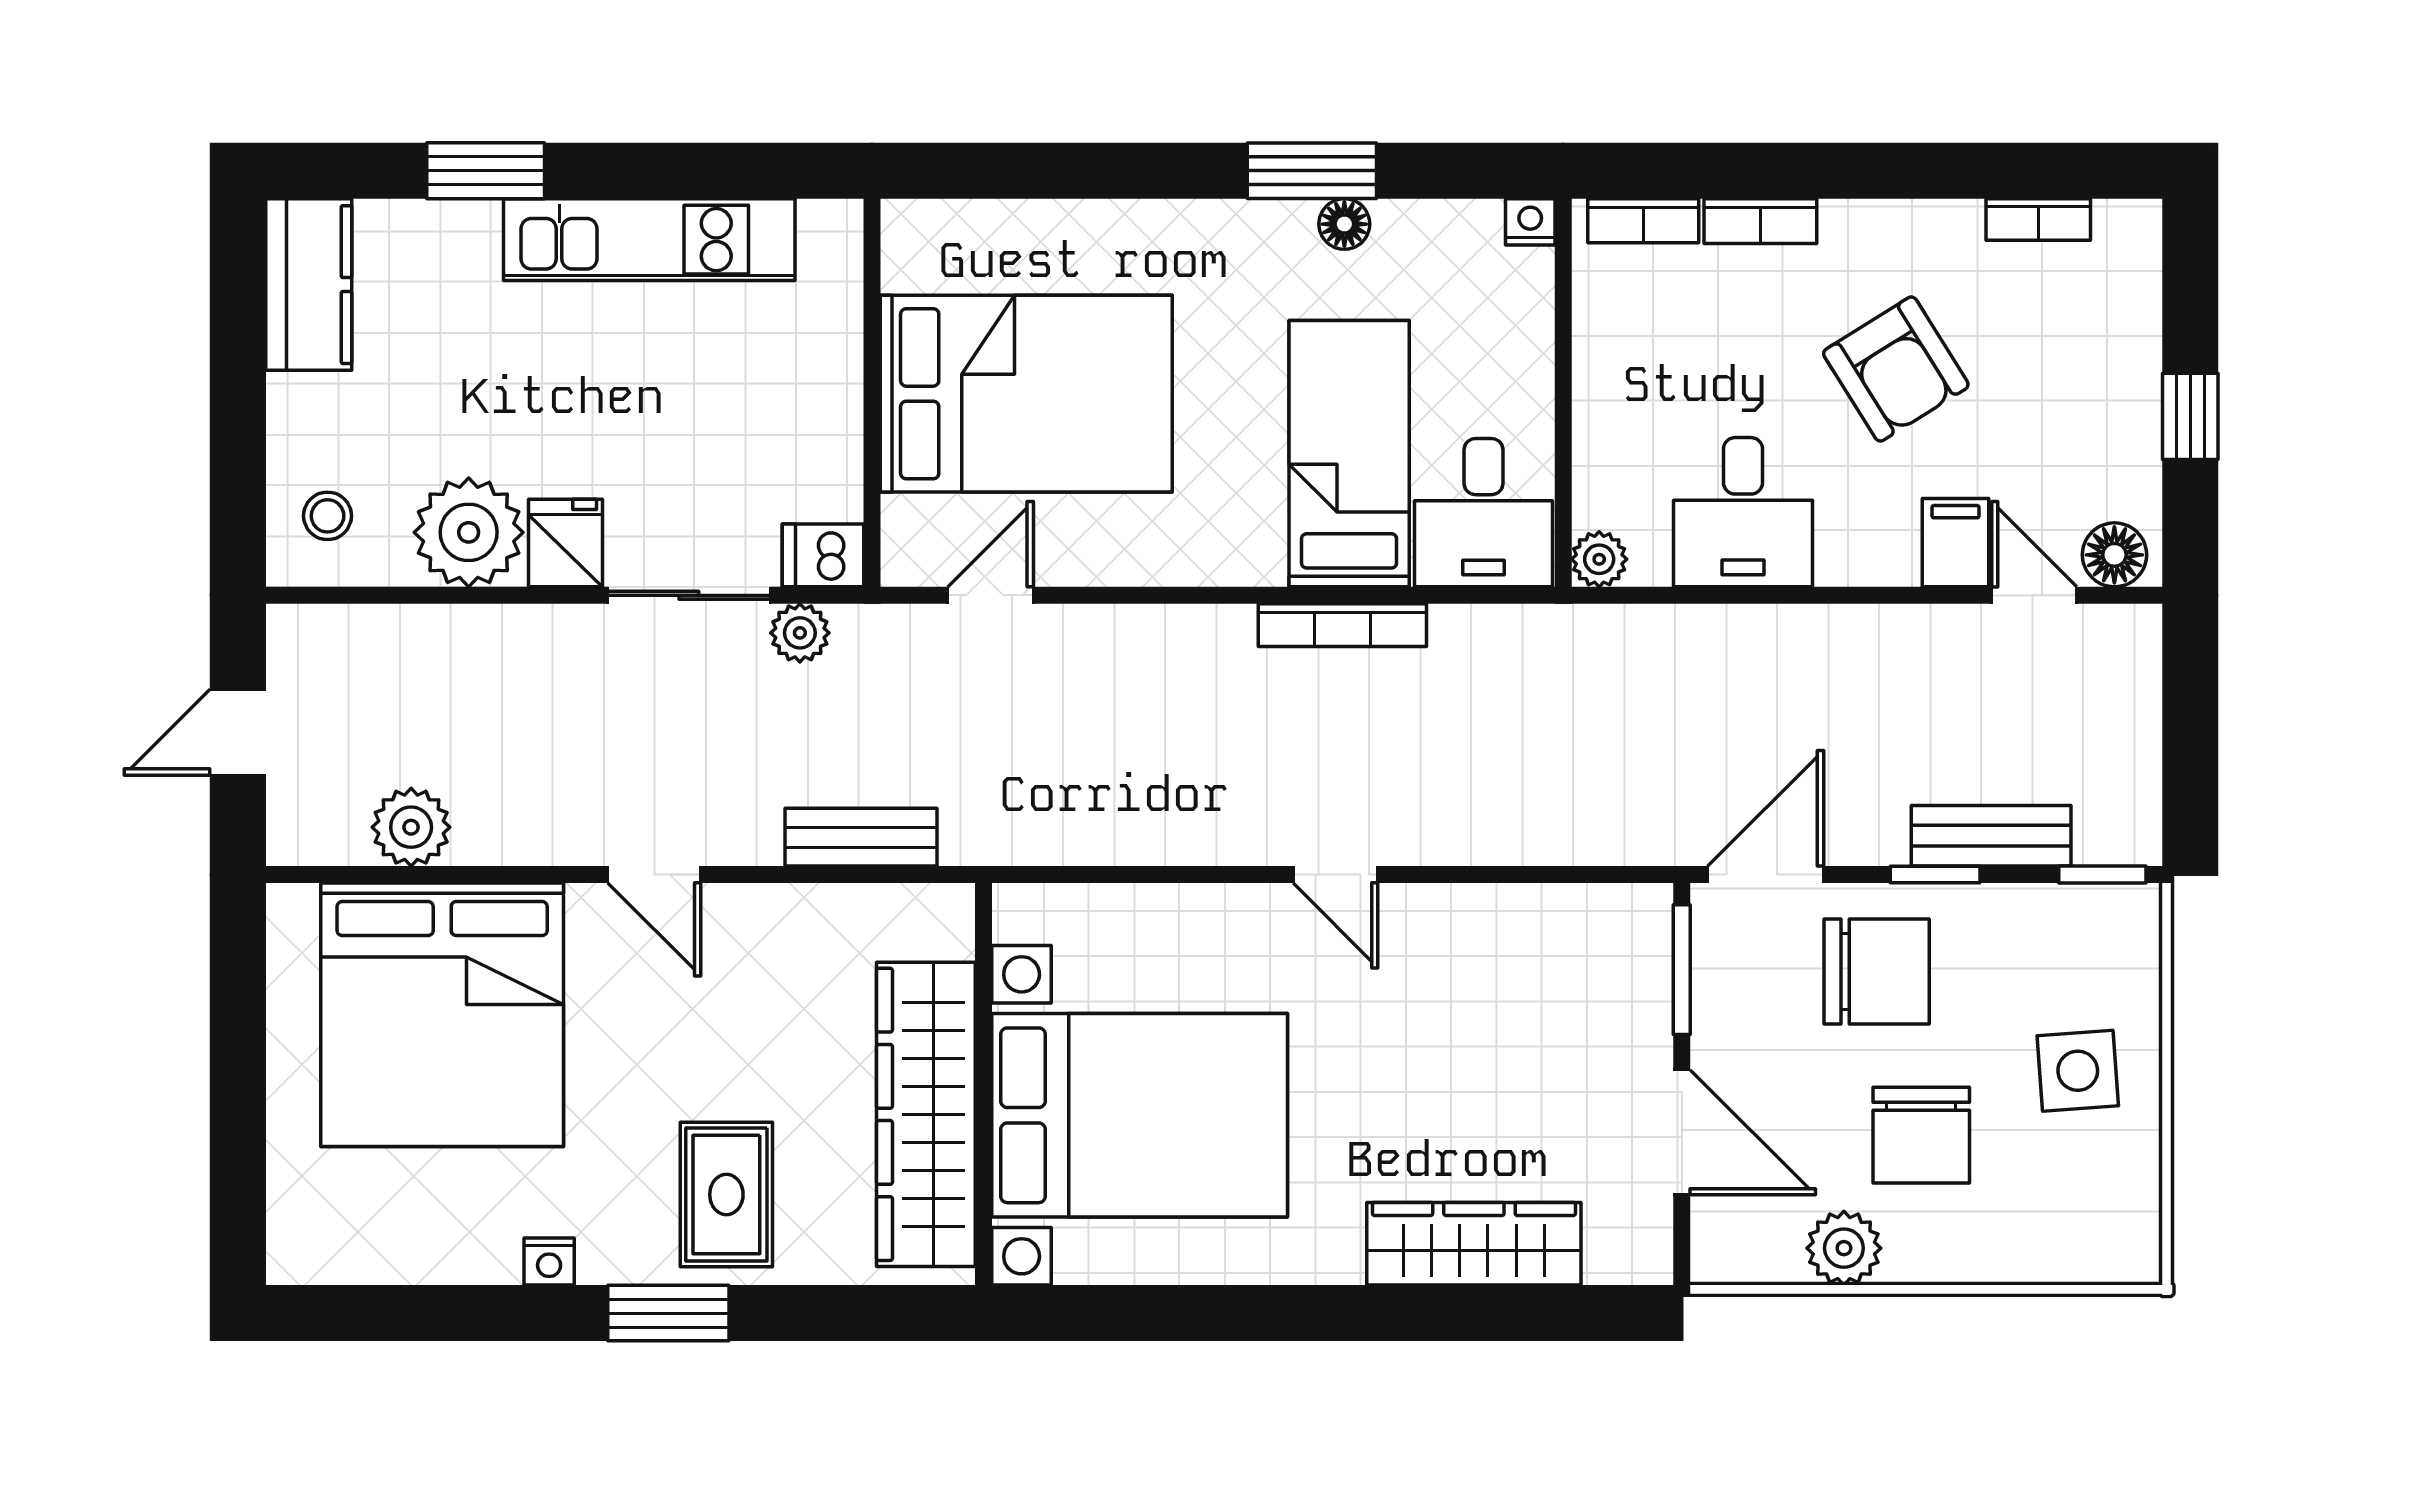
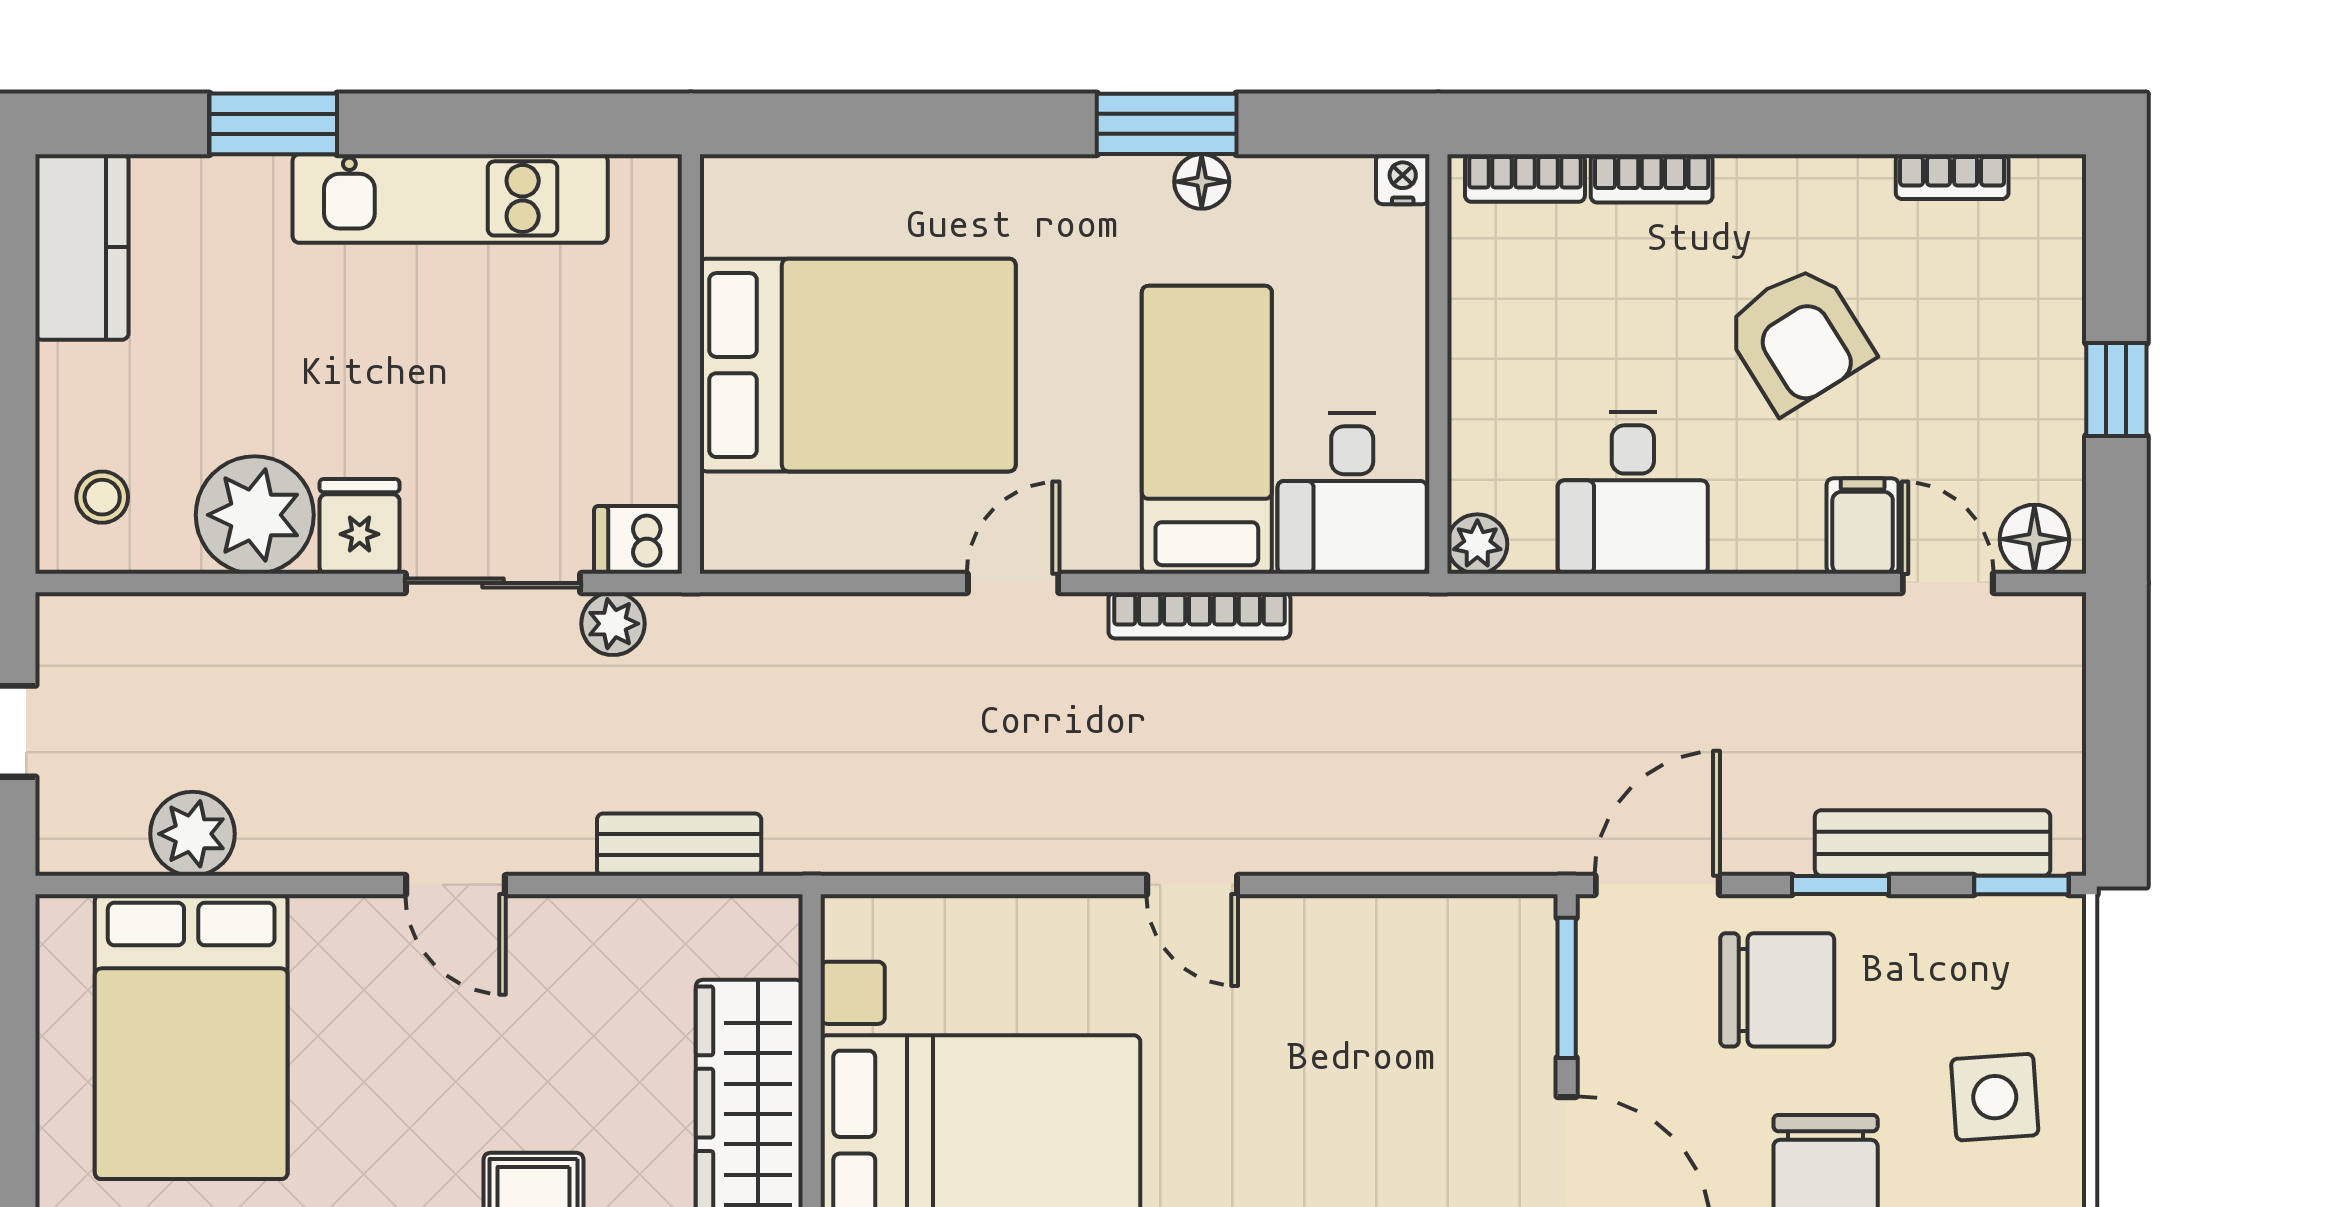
door: (991, 595) -> (1013, 583), moved
bench: (1991, 836) -> (1933, 843), width x1.36
bed: (442, 1015) -> (191, 1037), width x0.73

